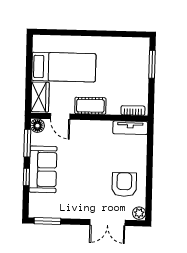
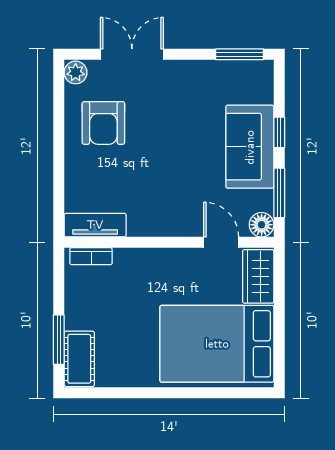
bed: (64, 67) -> (217, 344), width x1.50
cot: (90, 106) -> (79, 359), moved, turned 90

